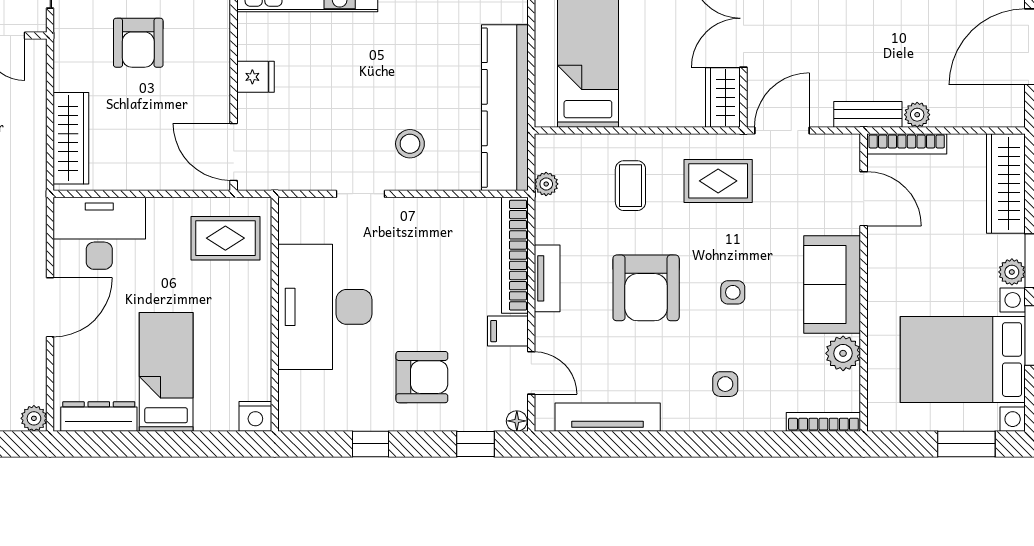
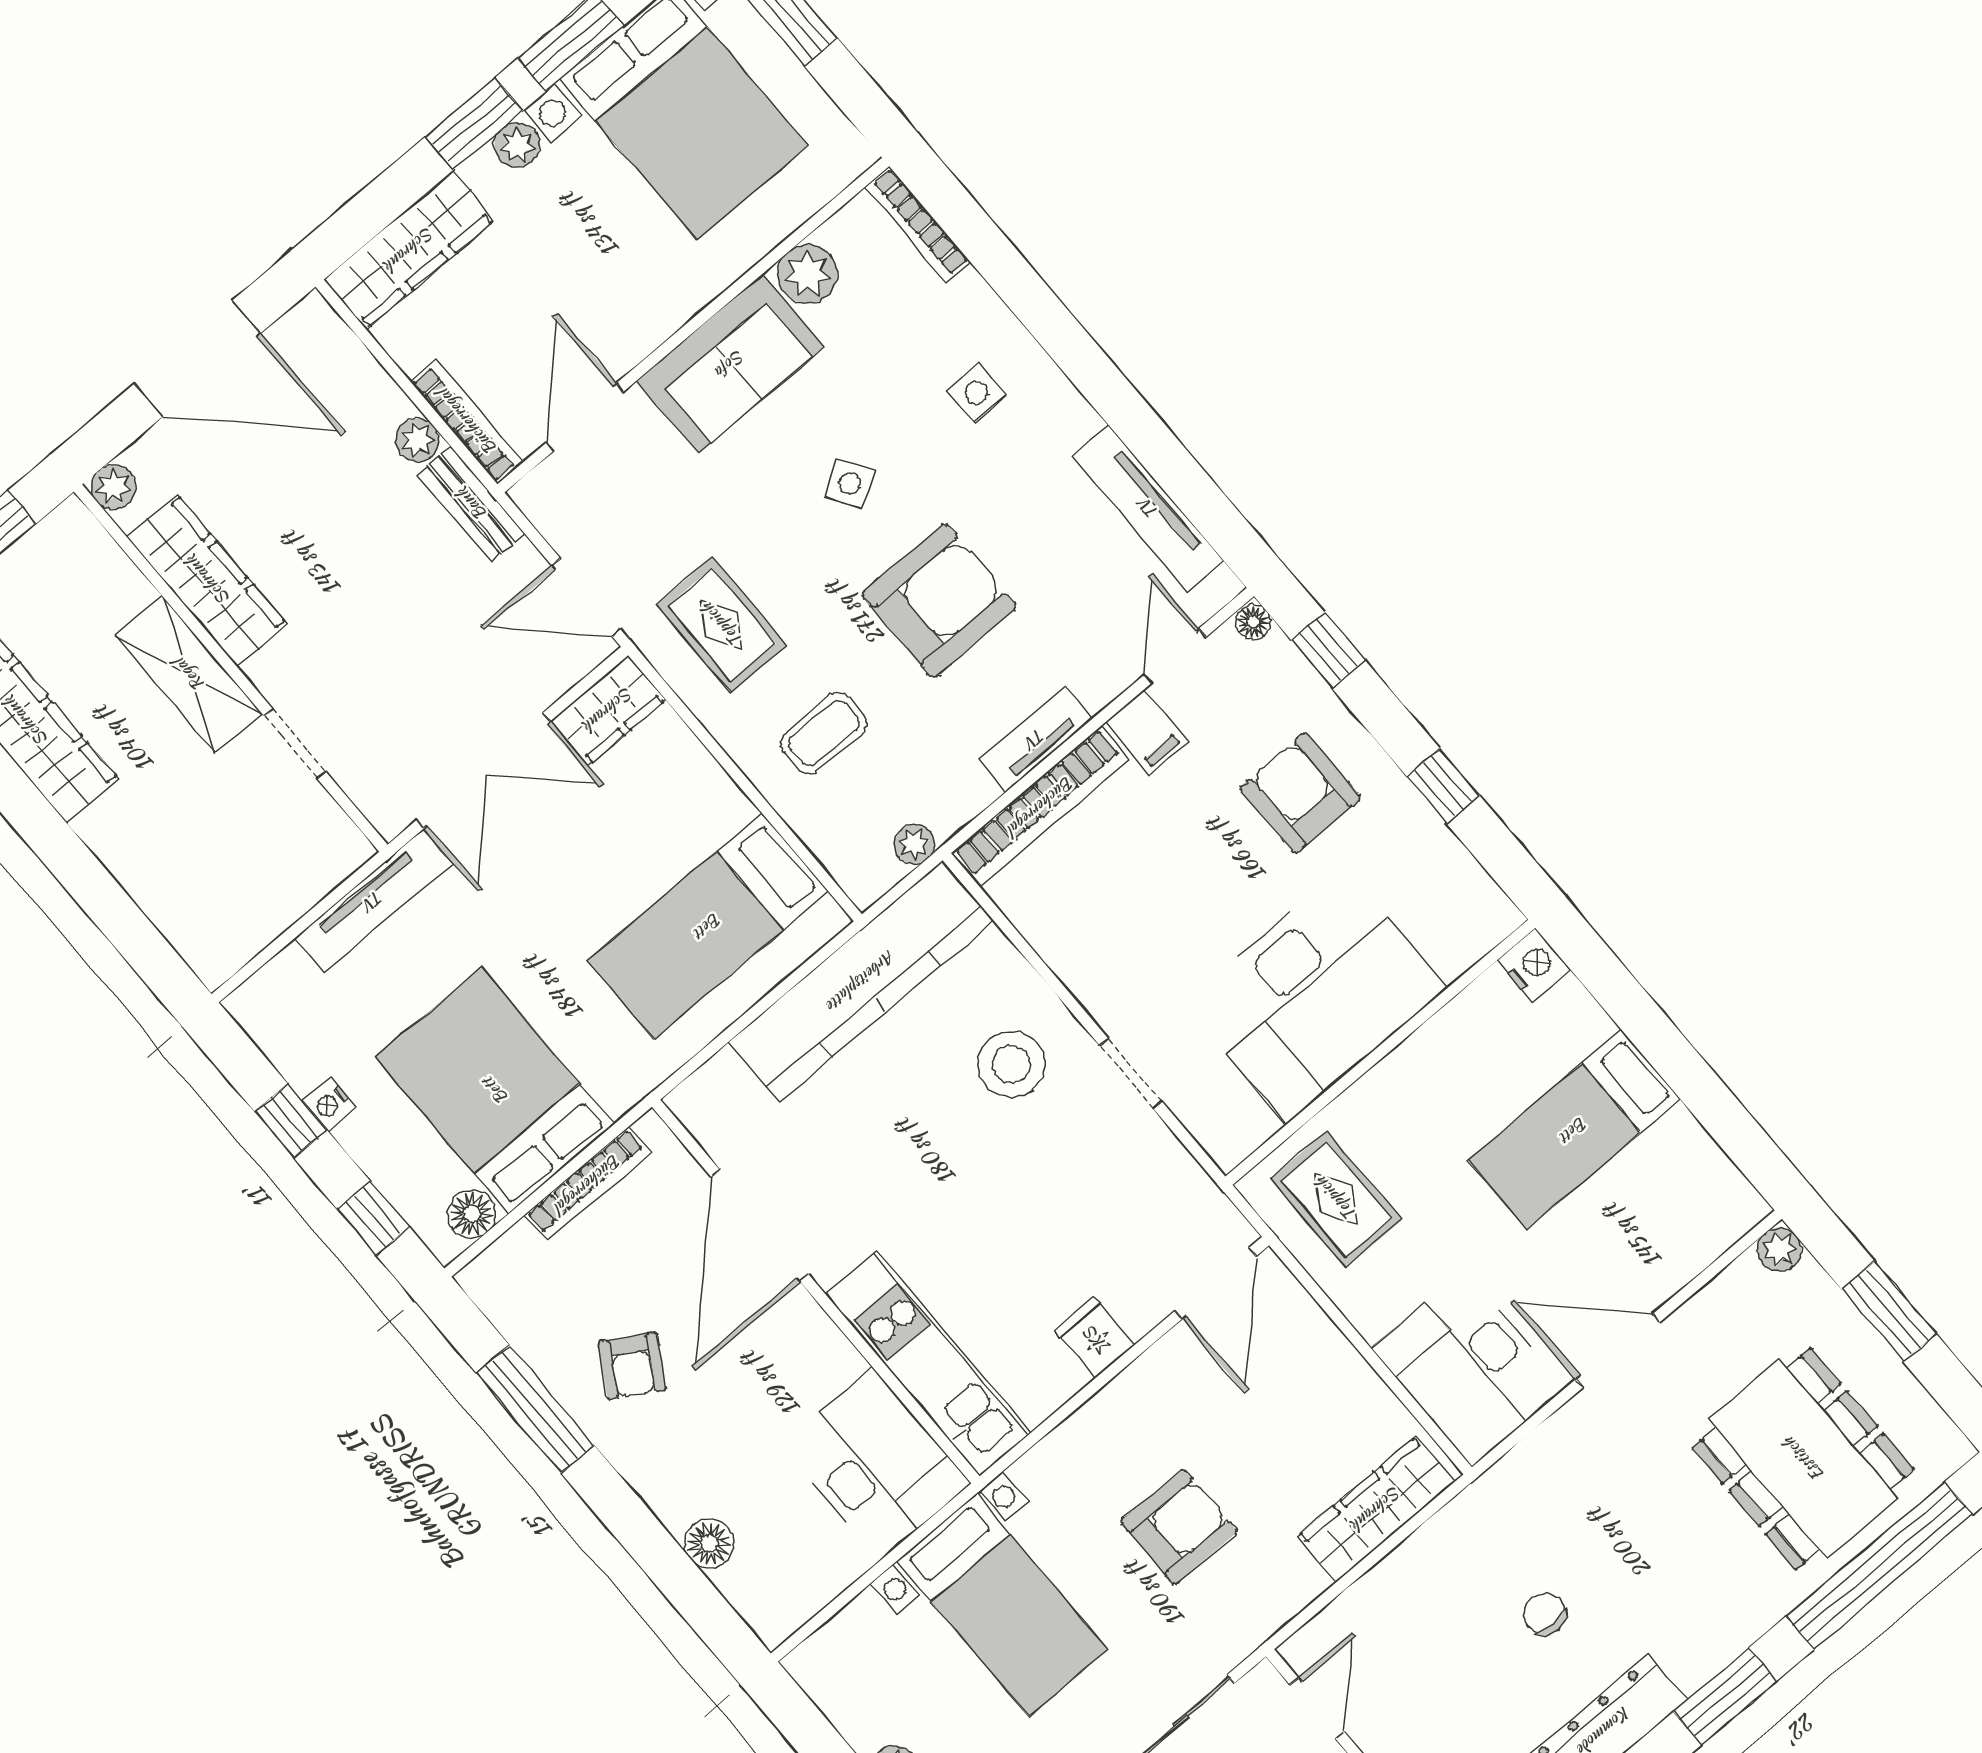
stool: (410, 144) -> (1012, 1064), width x1.38, depth x1.38
side table: (733, 292) -> (850, 484), turned -32
dresser: (99, 416) -> (1706, 1168), removed

